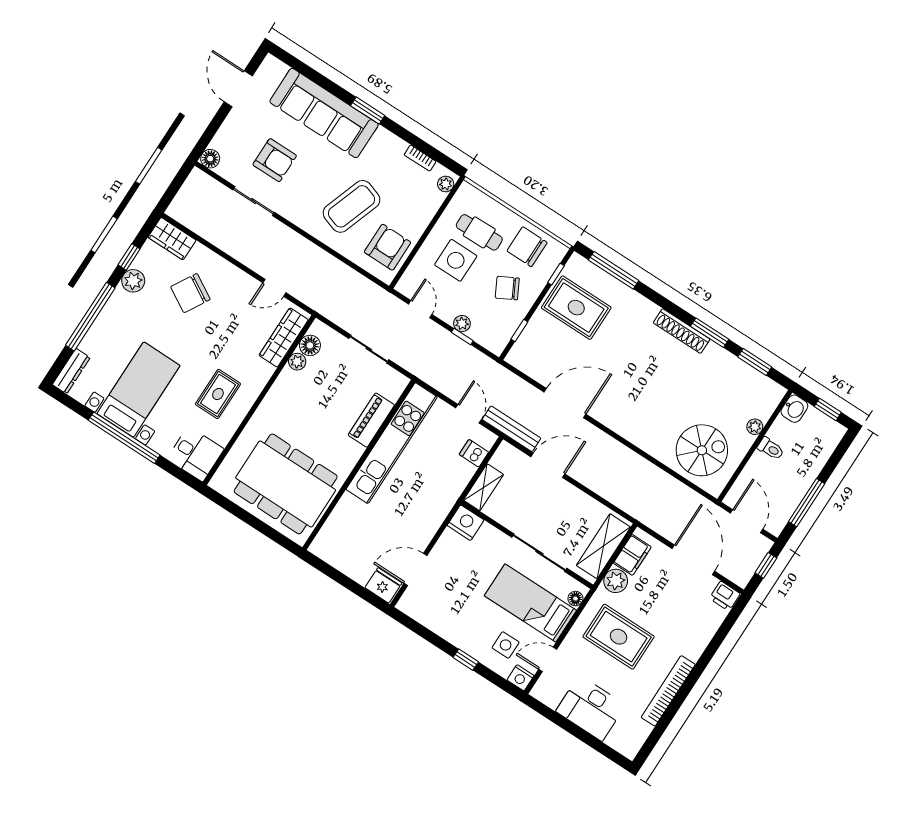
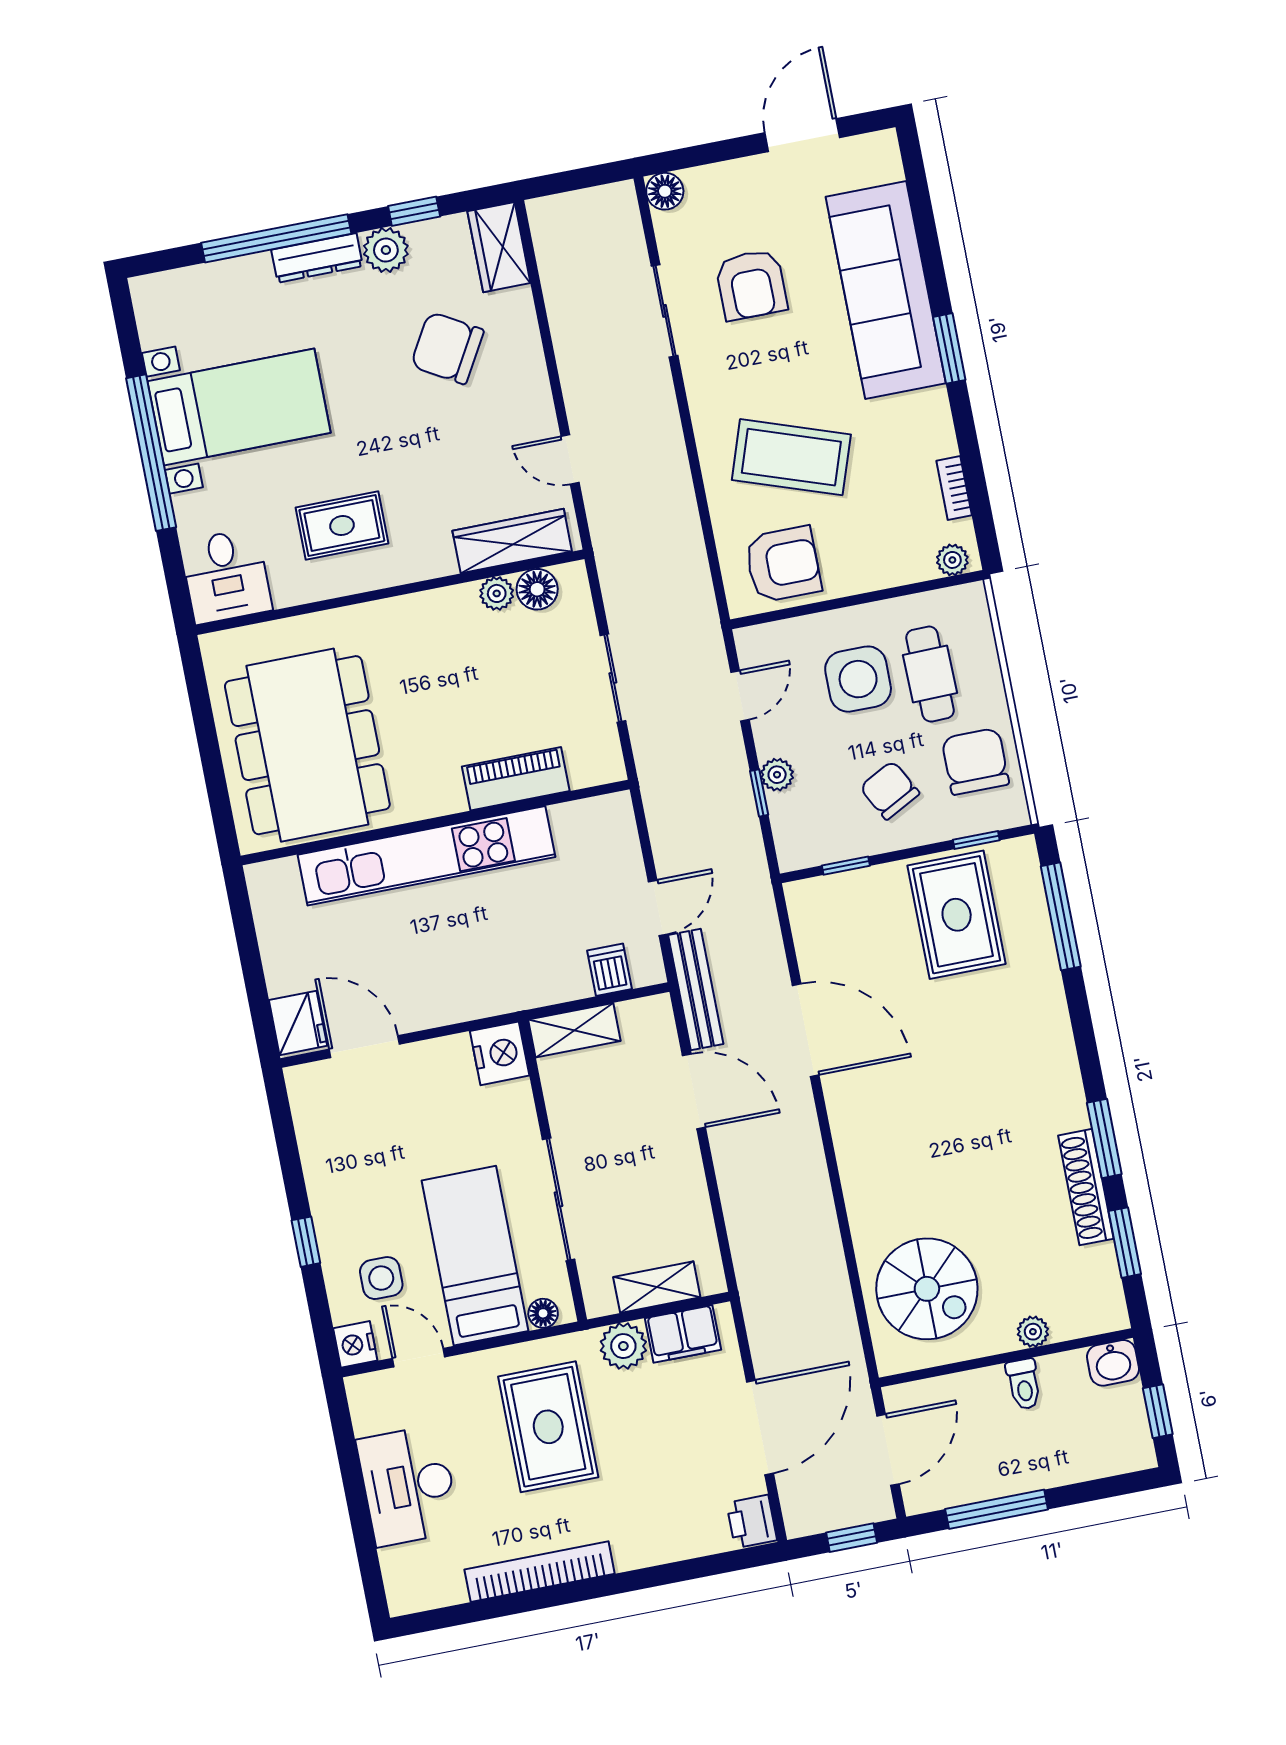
shoe rack: (682, 331) -> (1086, 1187), moved
dresser: (71, 371) -> (317, 258), moved
kitchen unit: (392, 443) -> (426, 856), moved
shelving: (603, 546) -> (657, 1287), width x0.67, depth x0.75

